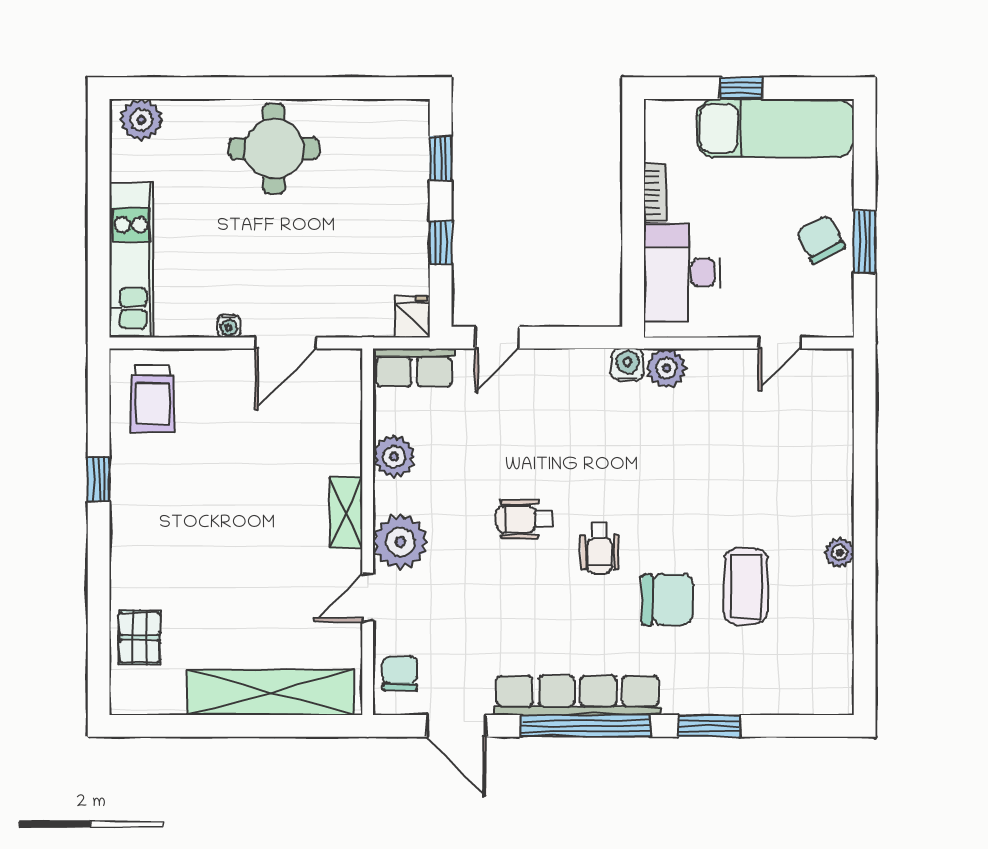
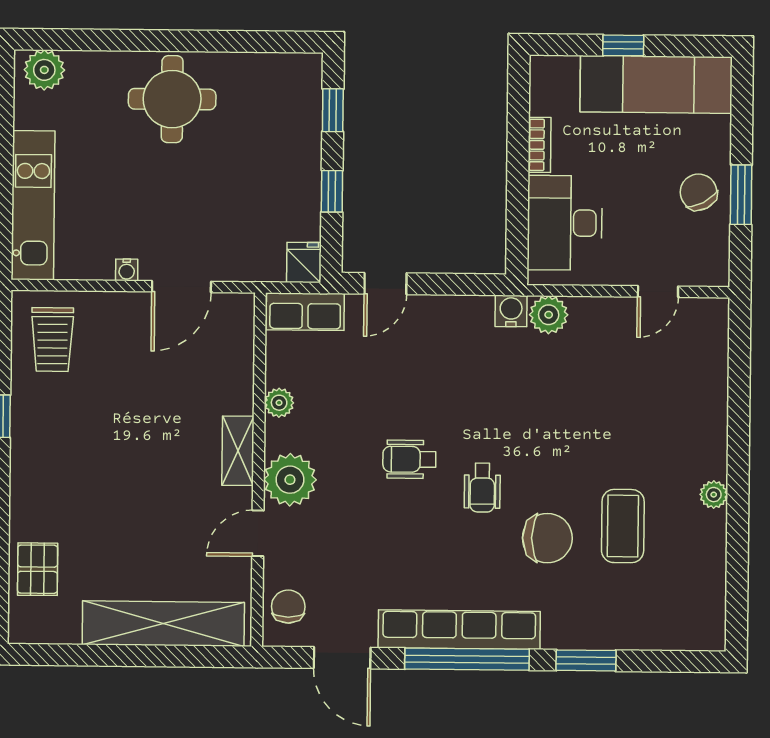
plant: (394, 456) -> (279, 403), width x0.73, depth x0.73

